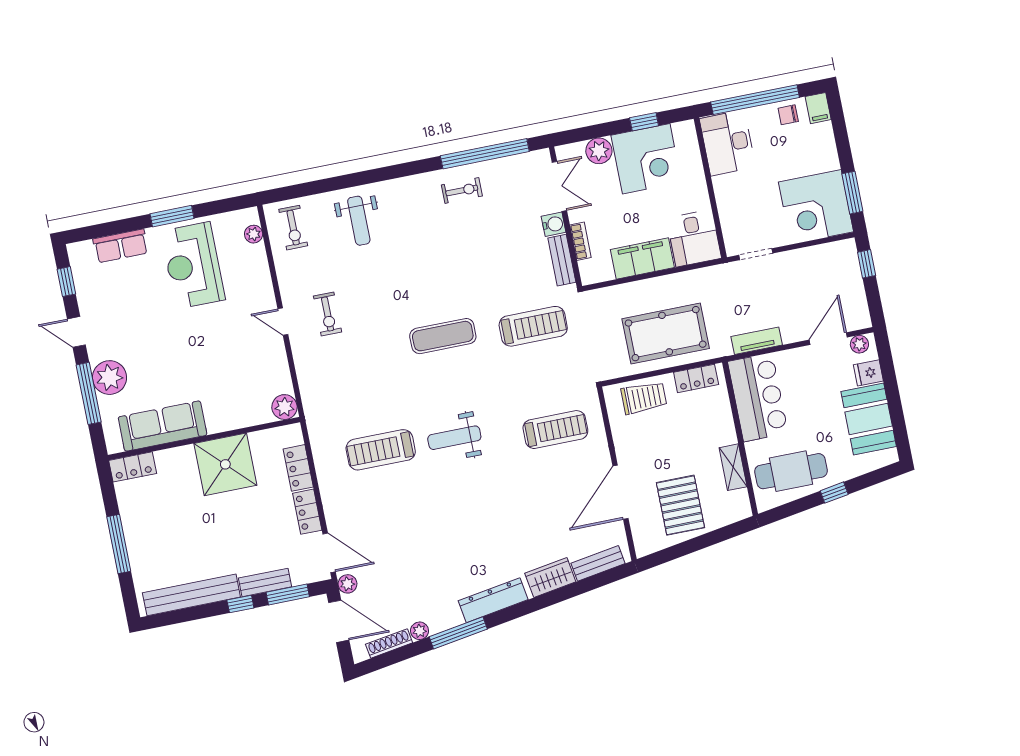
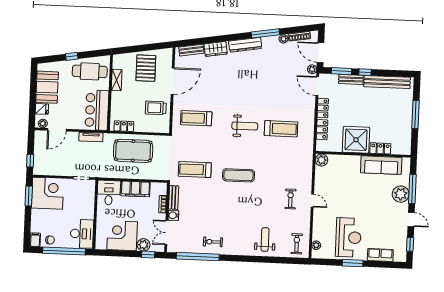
window: (644, 122) -> (148, 255), moved
trolley: (644, 398) -> (156, 108), moved
locker: (133, 467) -> (380, 148), moved

